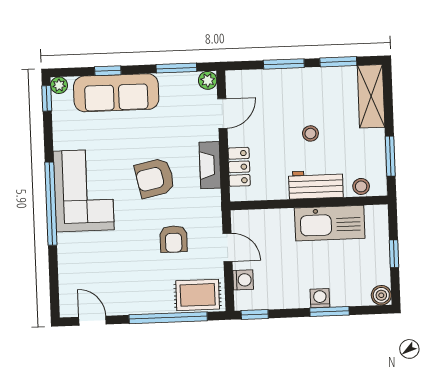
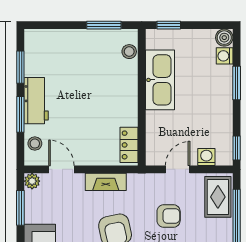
shelving: (371, 96) -> (51, 40), removed
stool: (310, 133) -> (35, 144), moved
locker: (239, 167) -> (129, 145), moved, turned -90
workbench: (316, 184) -> (36, 101), moved, turned 180
window: (394, 254) -> (169, 25), moved
washing machine: (320, 298) -> (225, 56), moved

